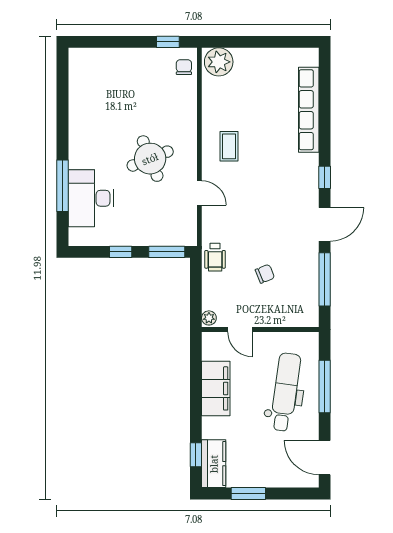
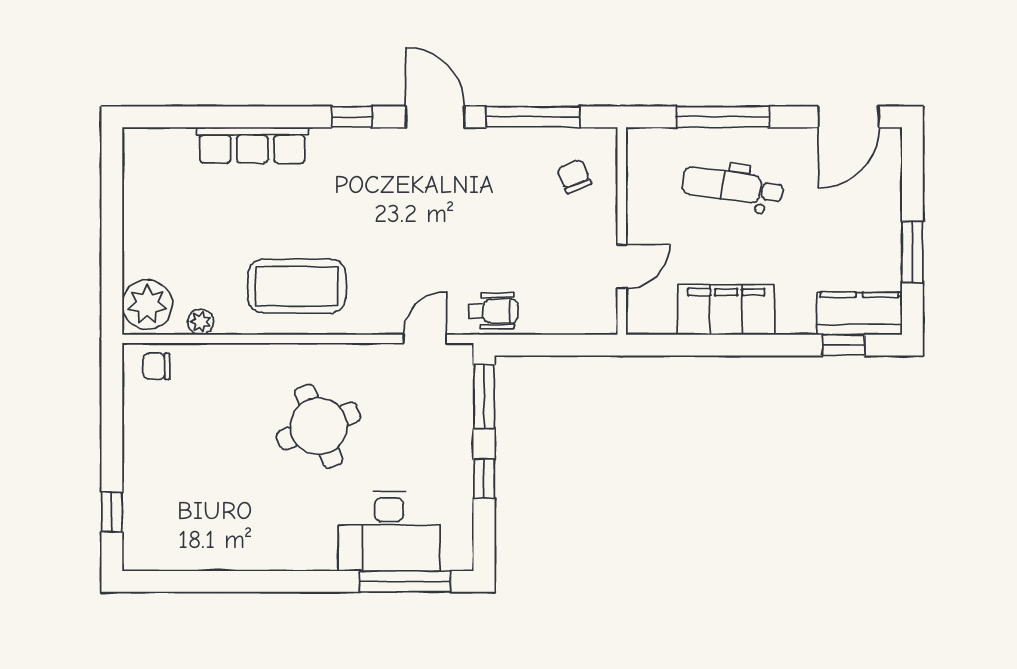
window: (168, 42) -> (112, 512), moved
row of seats: (309, 110) -> (252, 145), width x0.73
coffee table: (229, 146) -> (297, 286), width x1.86, depth x1.72
window: (62, 186) -> (405, 581), moved
door: (199, 193) -> (425, 339), moved
chair: (265, 274) -> (574, 176), moved
plant: (209, 318) -> (201, 322), moved
dental chair: (285, 392) -> (733, 186), width x0.73, depth x0.72

